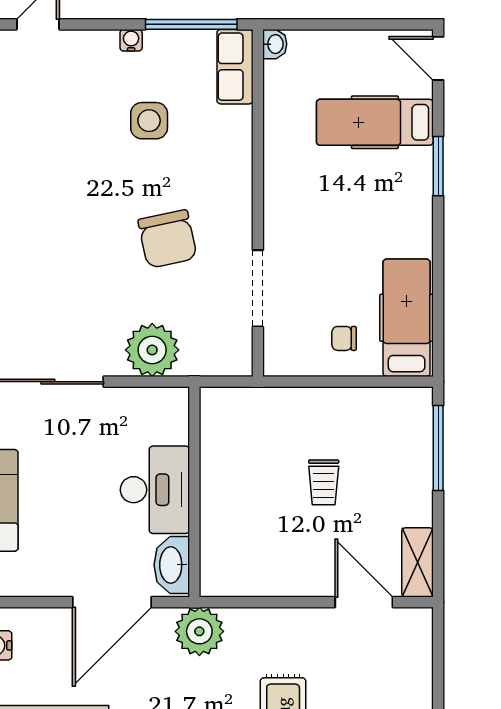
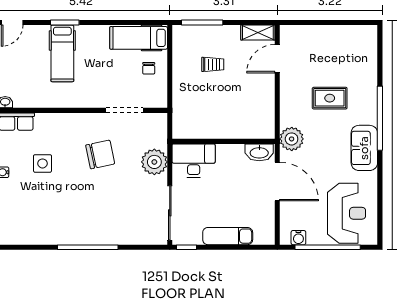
hospital bed: (375, 122) -> (62, 53), moved
trolley: (324, 482) -> (213, 64), moved
desk: (155, 490) -> (194, 161), moved

